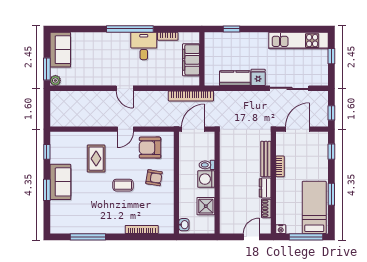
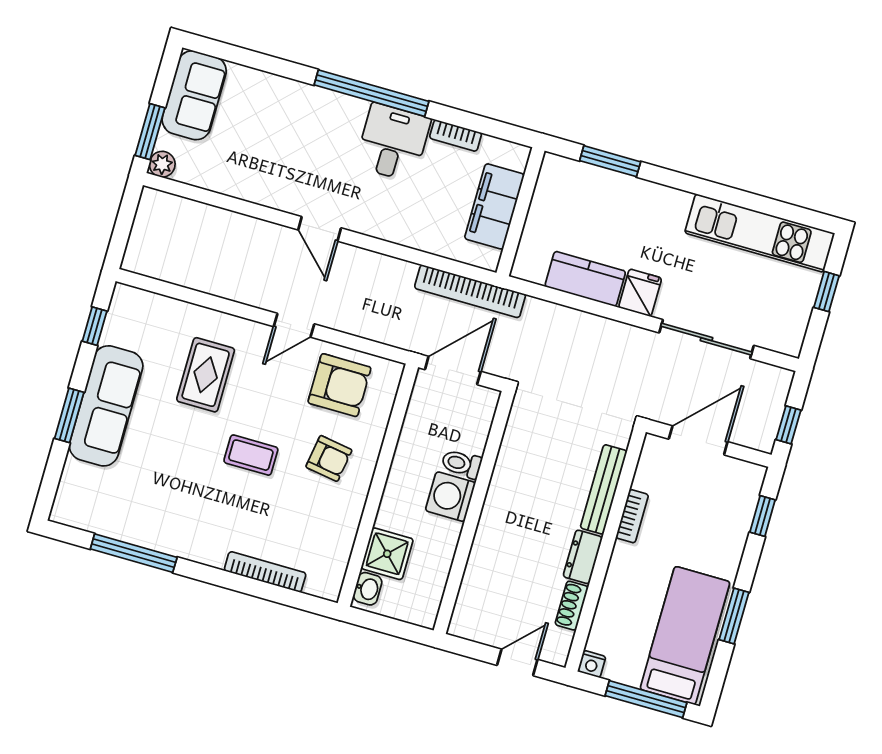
window: (232, 29) -> (610, 161), width x1.50
armchair: (150, 148) -> (339, 385), turned 180
sofa: (60, 182) -> (106, 406), width x1.36
shower: (206, 206) -> (387, 554), moved

